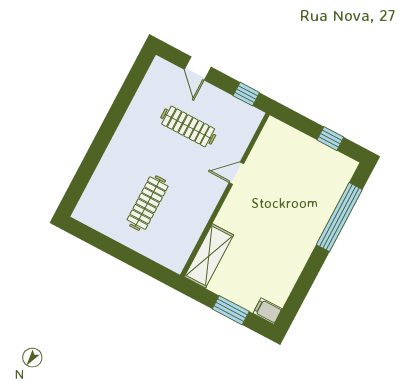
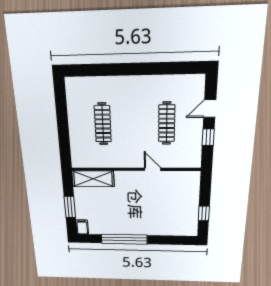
window: (246, 94) -> (208, 137), moved
clothes rail: (148, 203) -> (103, 124), turned 90
window: (339, 217) -> (124, 239), moved

